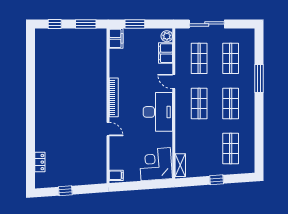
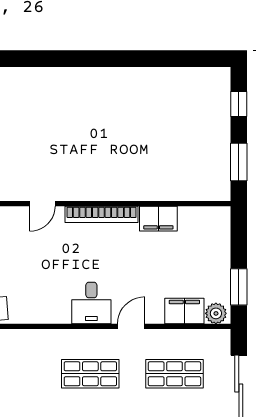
window: (135, 24) -> (239, 287), moved
filing cabinet: (116, 38) -> (158, 219), moved
desk: (158, 112) -> (91, 303), width x0.53, depth x0.77

